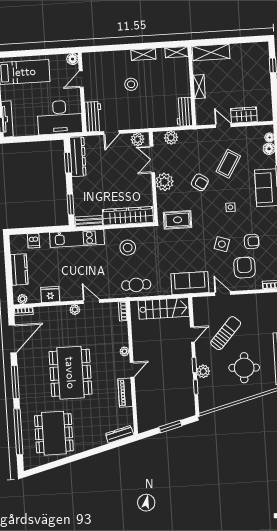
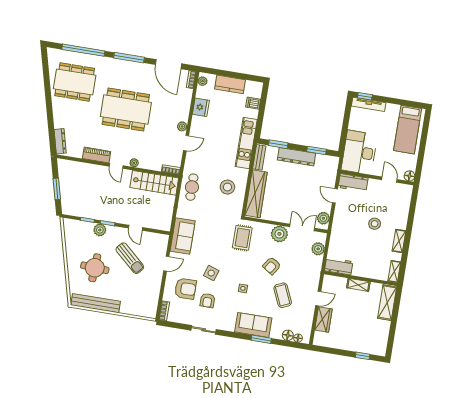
dresser: (78, 157) -> (296, 157), moved
coffee table: (228, 164) -> (283, 295), turned 35
stairs: (164, 308) -> (154, 183), moved, turned -90

